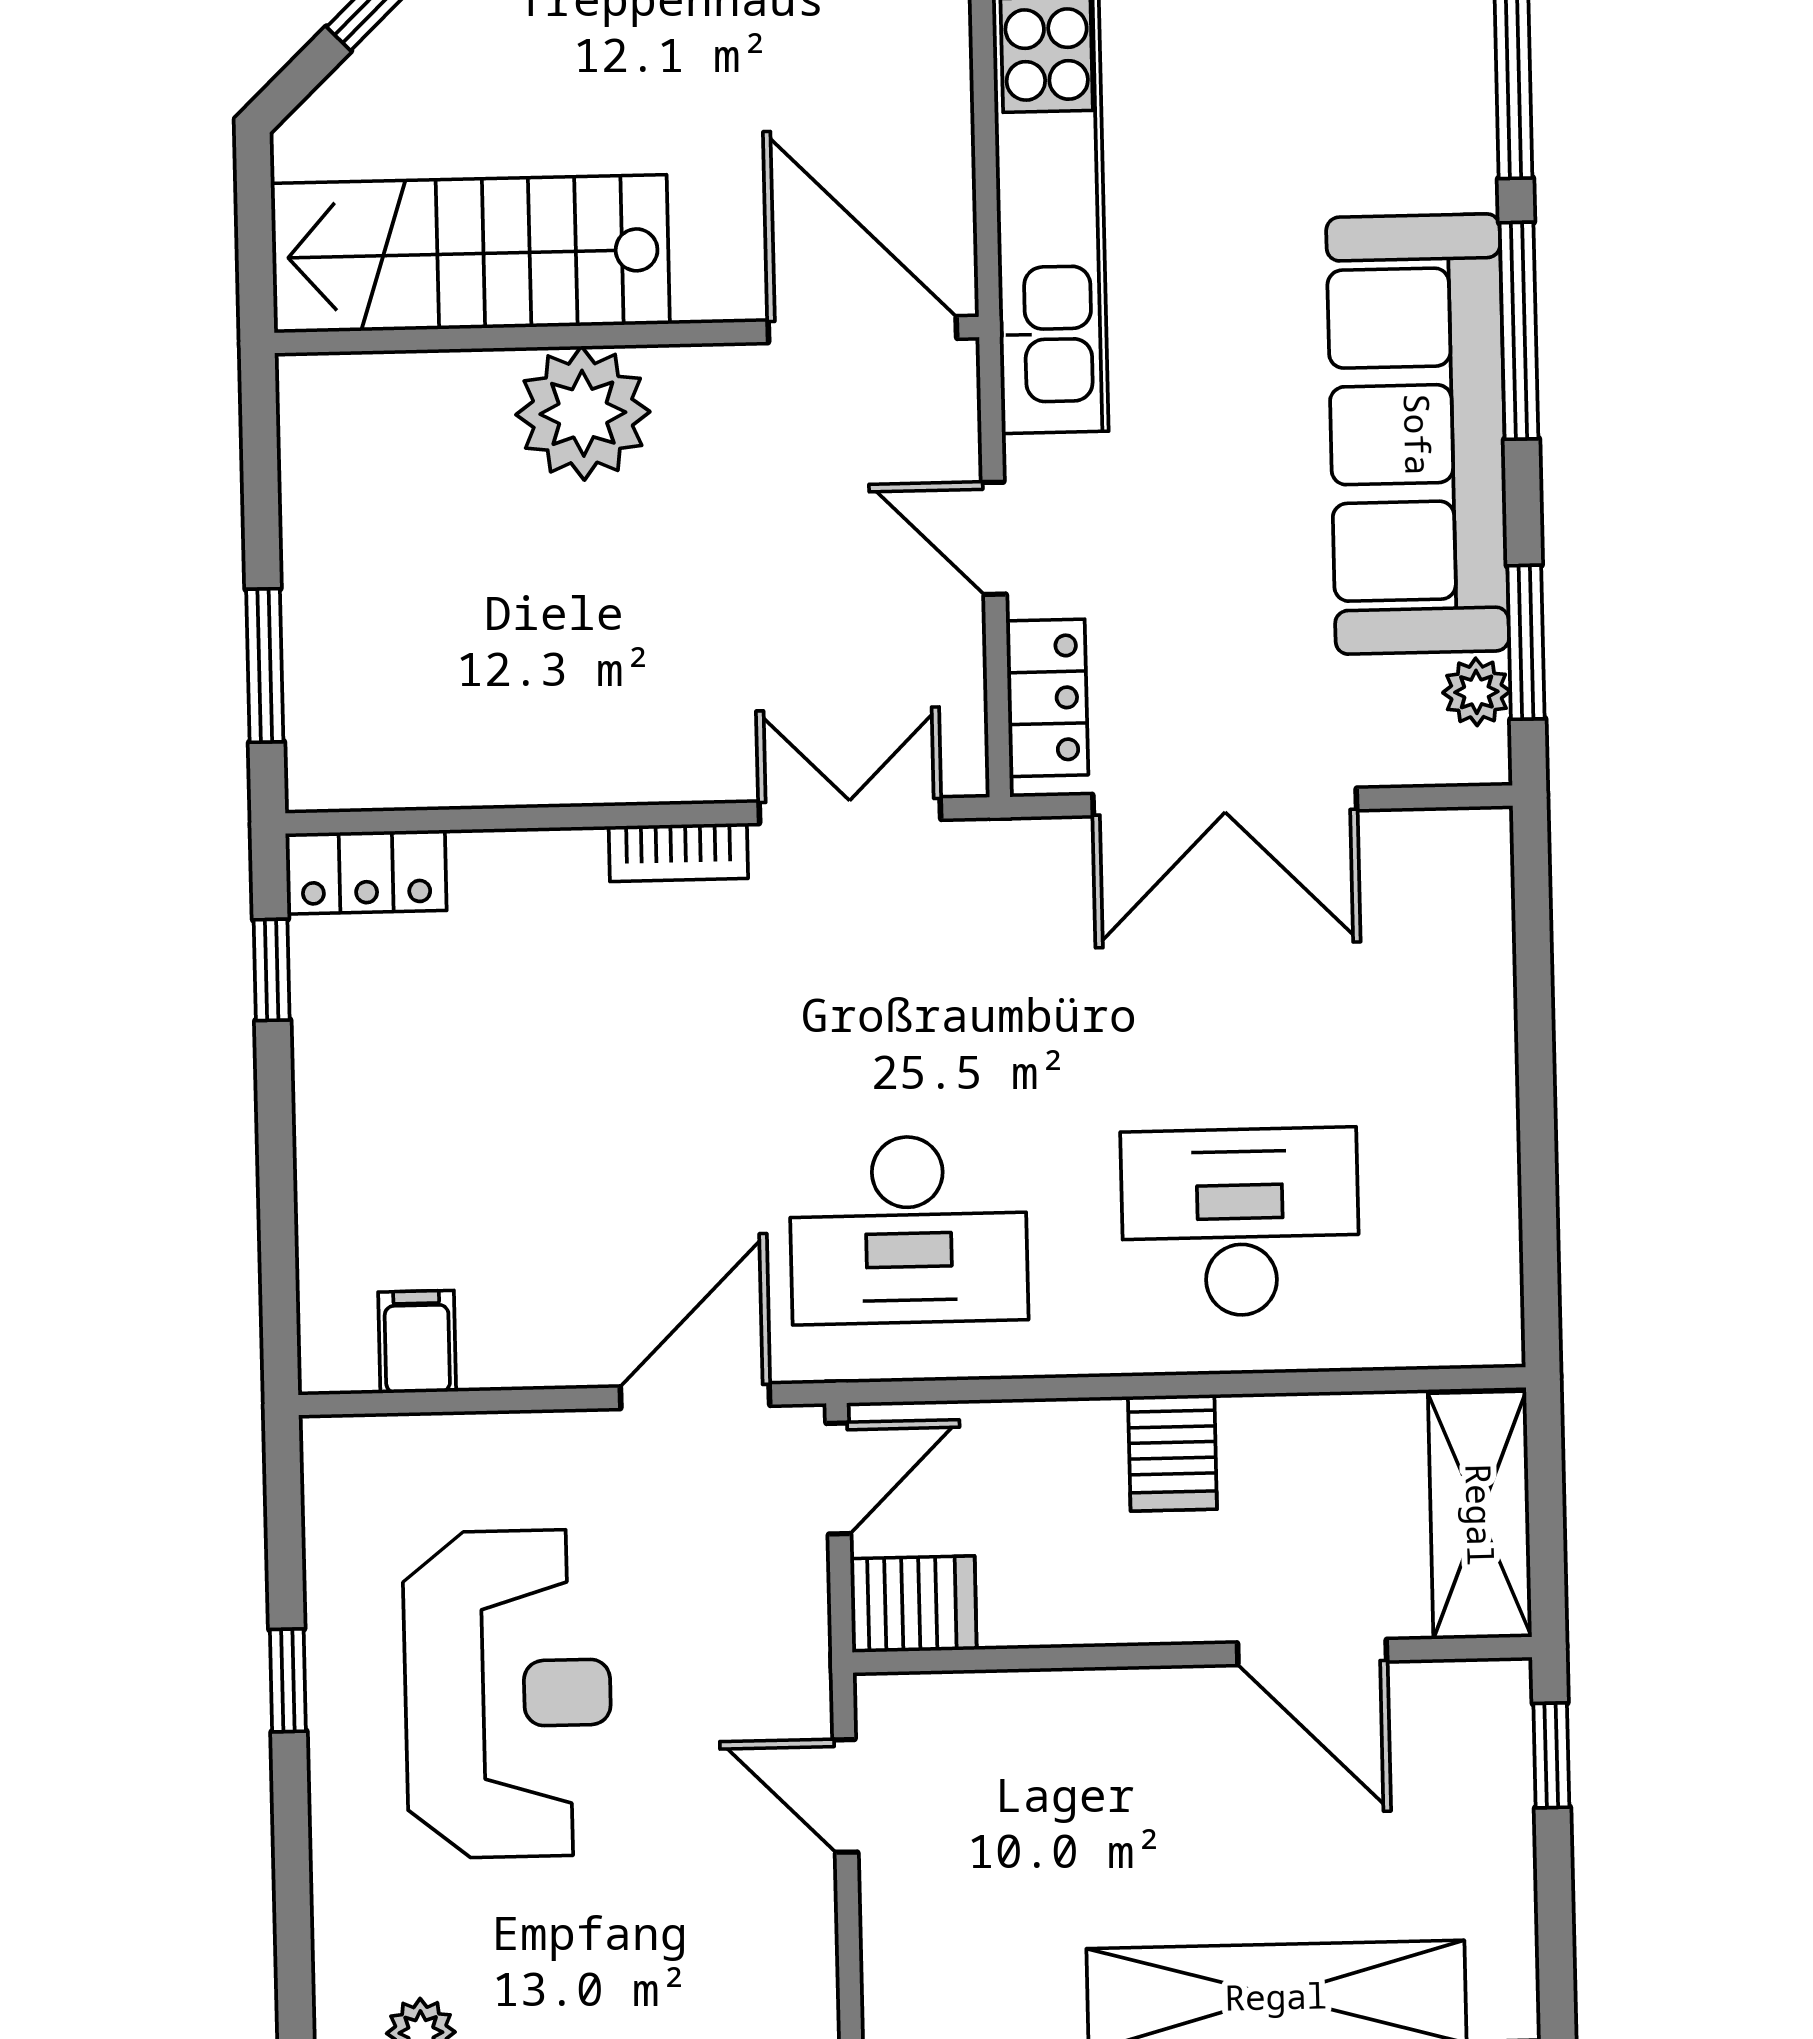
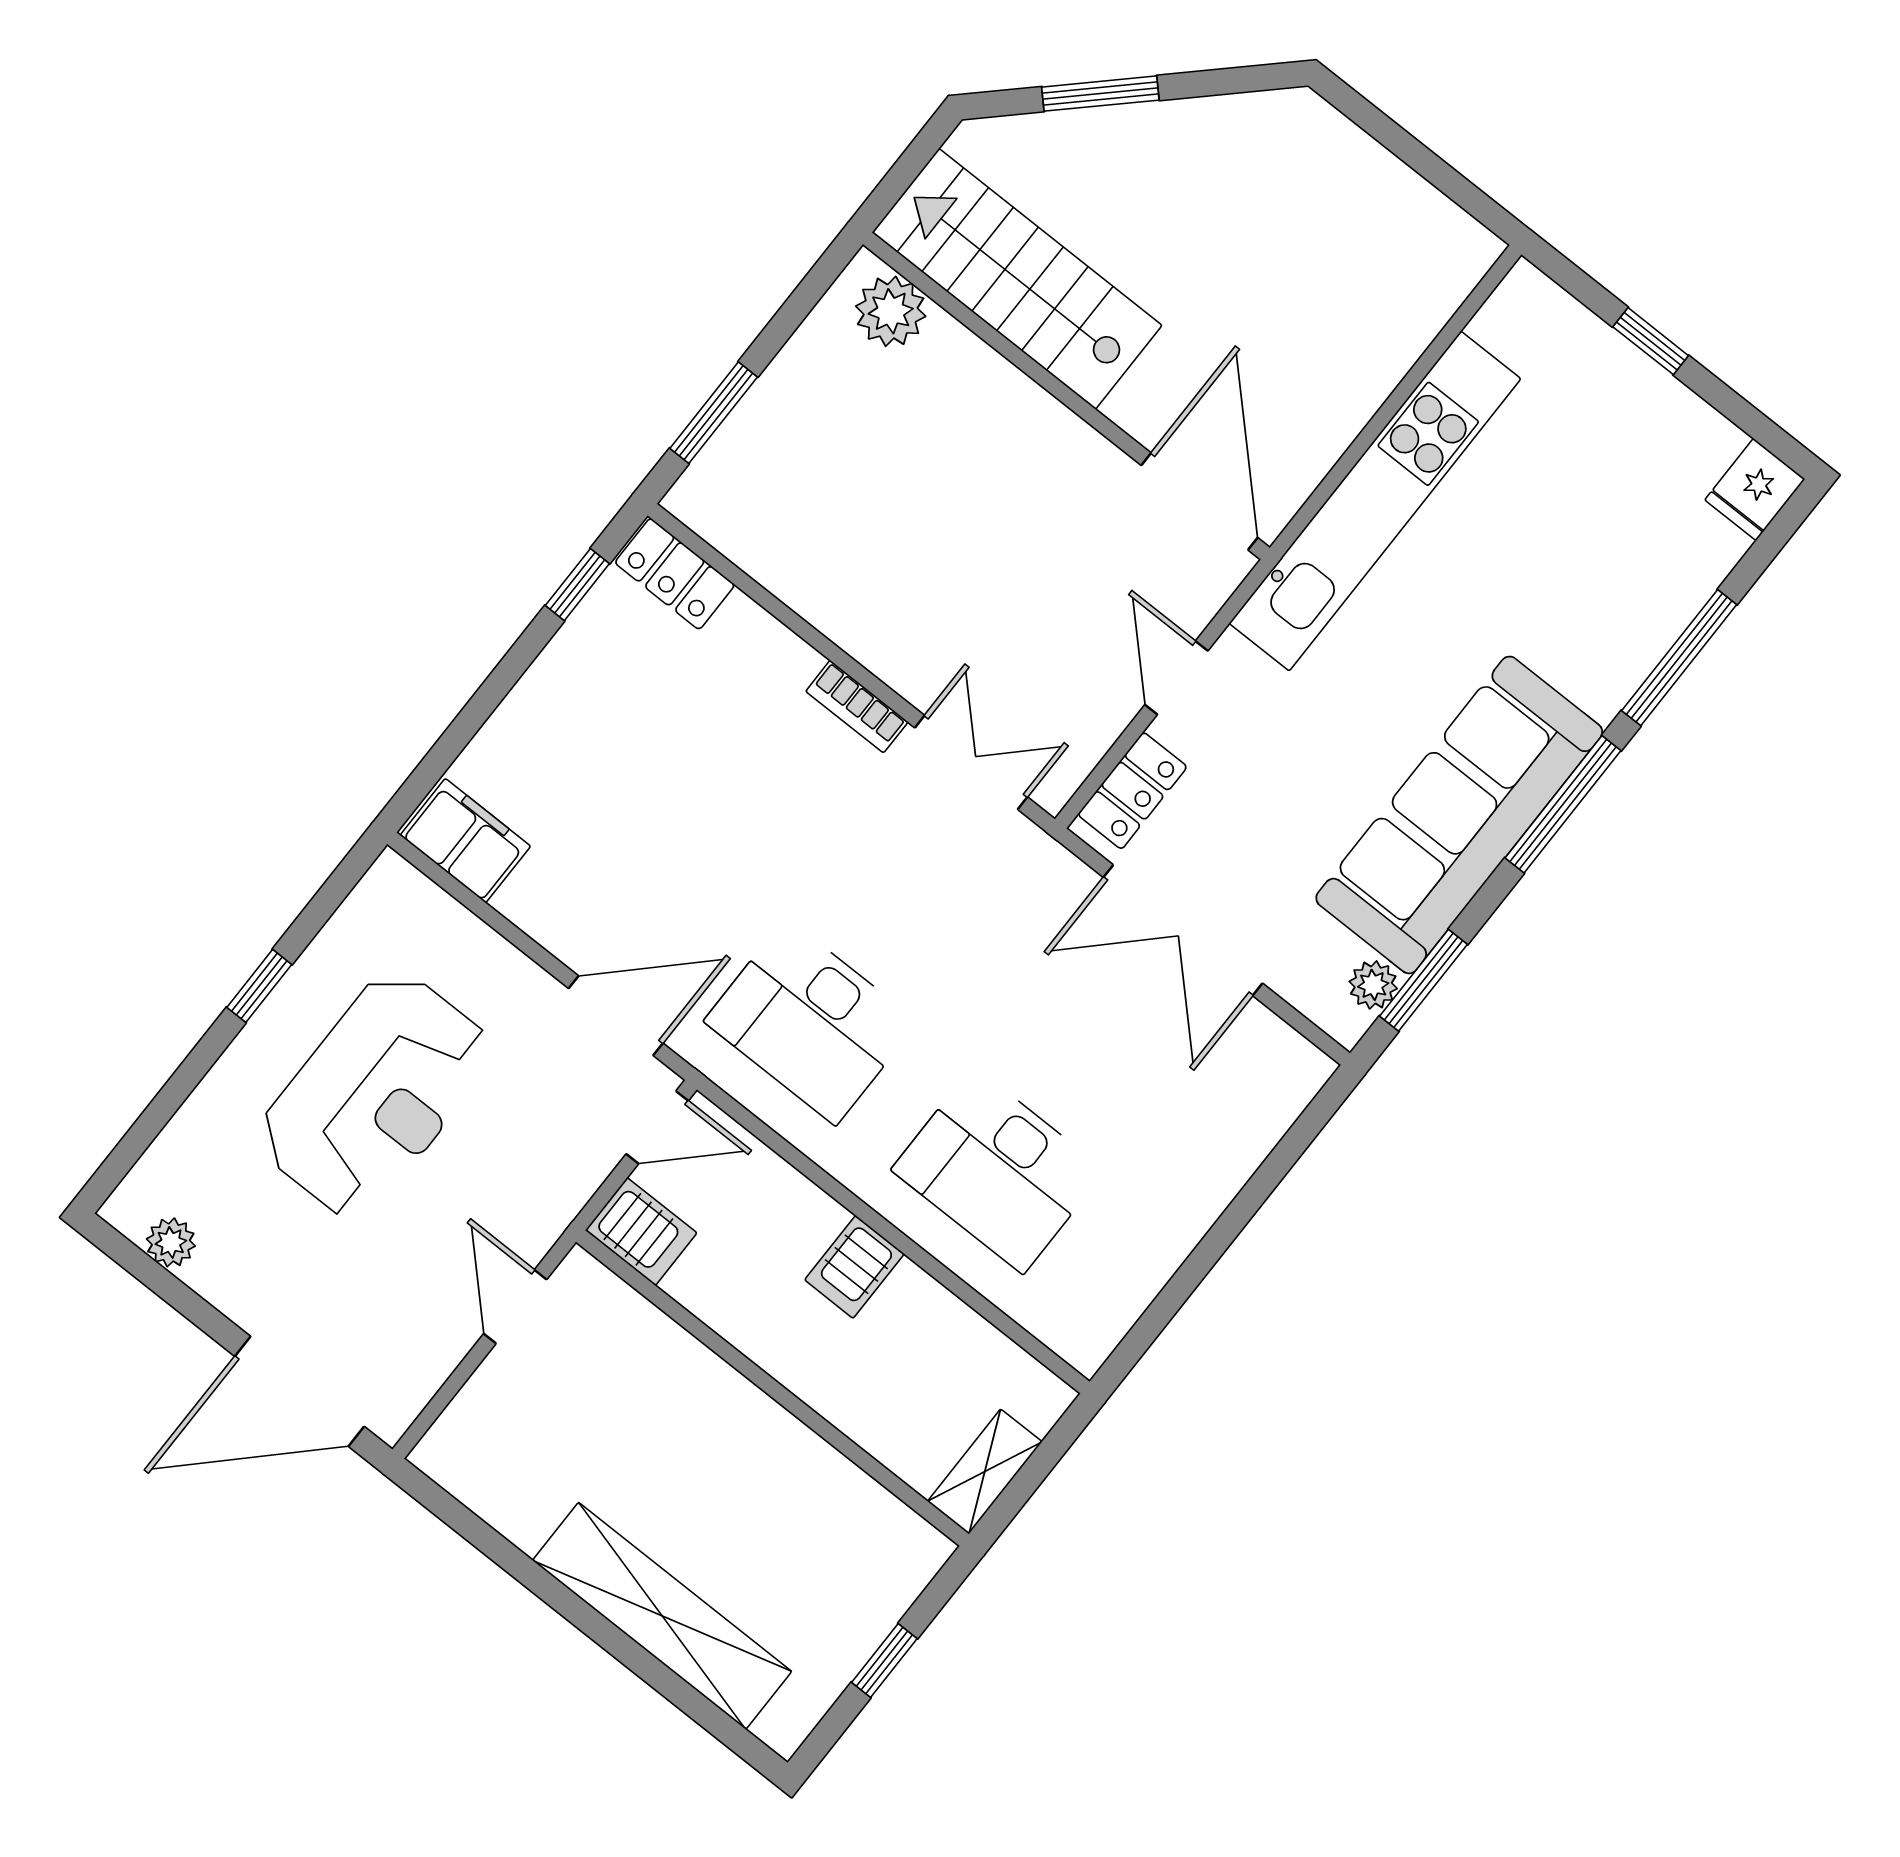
plant: (583, 413) -> (891, 311), moved, width x0.73, depth x0.73
desk: (1240, 1222) -> (998, 1170), turned 180
filing cabinet: (417, 1342) -> (465, 841), width x2.00
shelving: (1480, 1515) -> (985, 1472), width x0.67, depth x0.75
door: (1312, 1652) -> (840, 1442), removed
window: (1551, 1755) -> (884, 1660), moved

